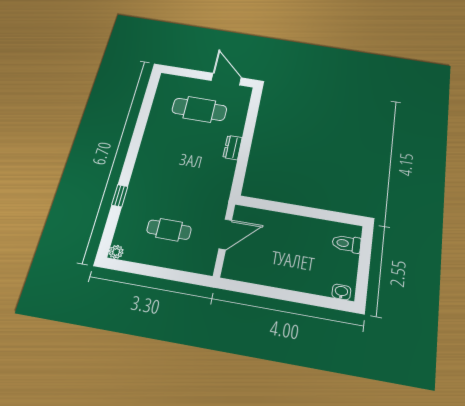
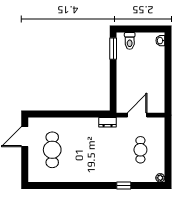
dresser: (233, 147) -> (108, 122), moved
window: (337, 217) -> (113, 49), added
door: (225, 234) -> (137, 115), hinge flipped

